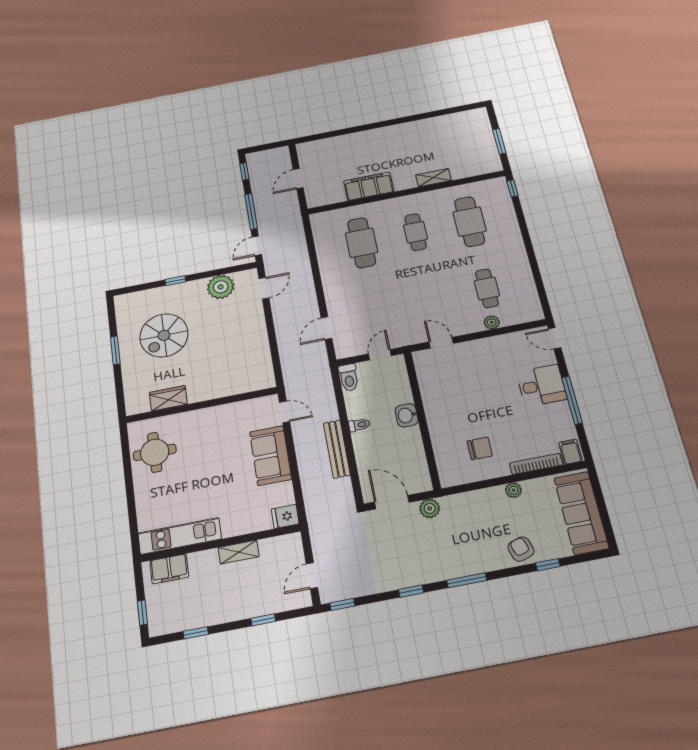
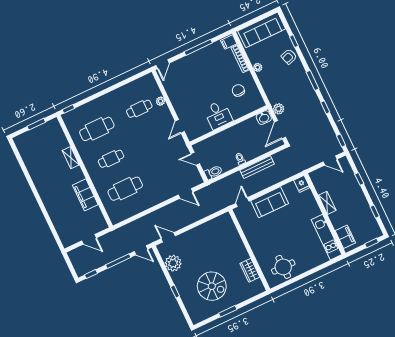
desk: (542, 386) -> (218, 115), moved, turned 180
washbasin: (407, 415) -> (264, 118), moved

